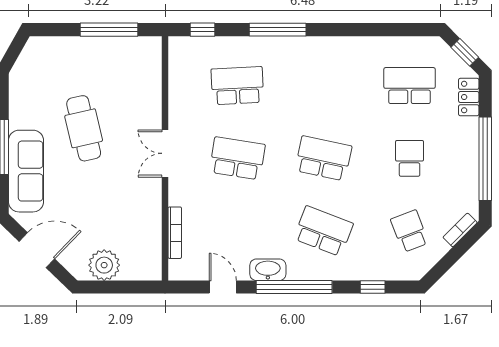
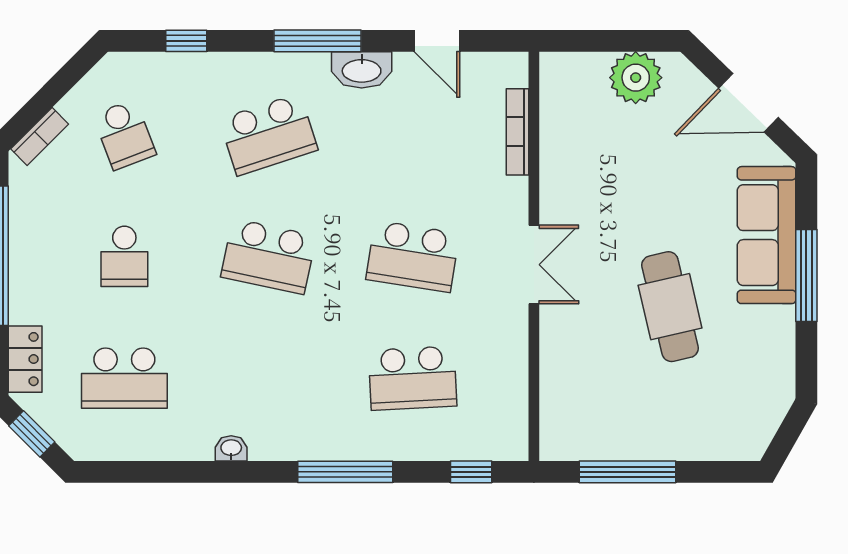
washbasin: (346, 44) -> (231, 448), added
school desk: (323, 231) -> (268, 135), turned -39
window: (294, 287) -> (317, 41), width x0.68

